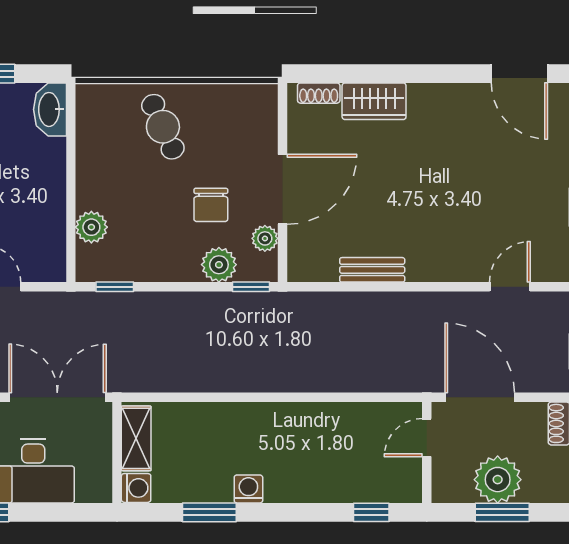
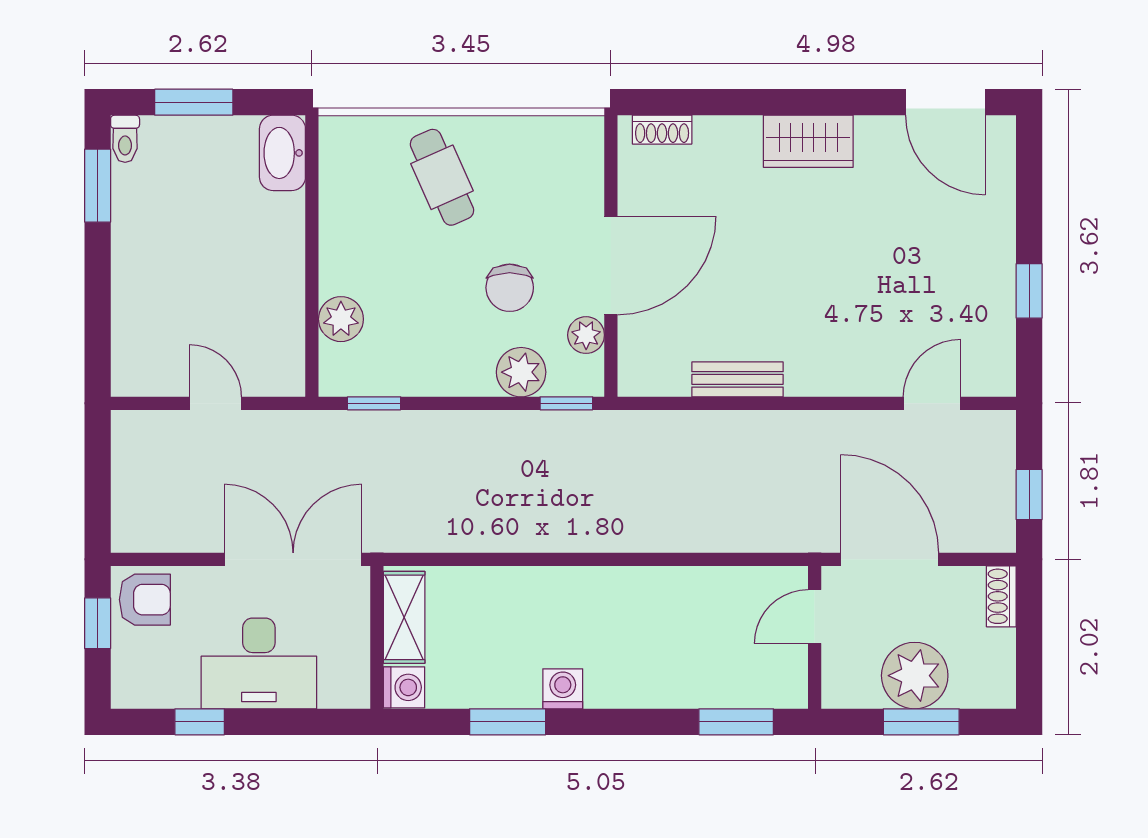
wardrobe: (374, 101) -> (808, 141), moved
window: (371, 512) -> (736, 722), width x1.50

